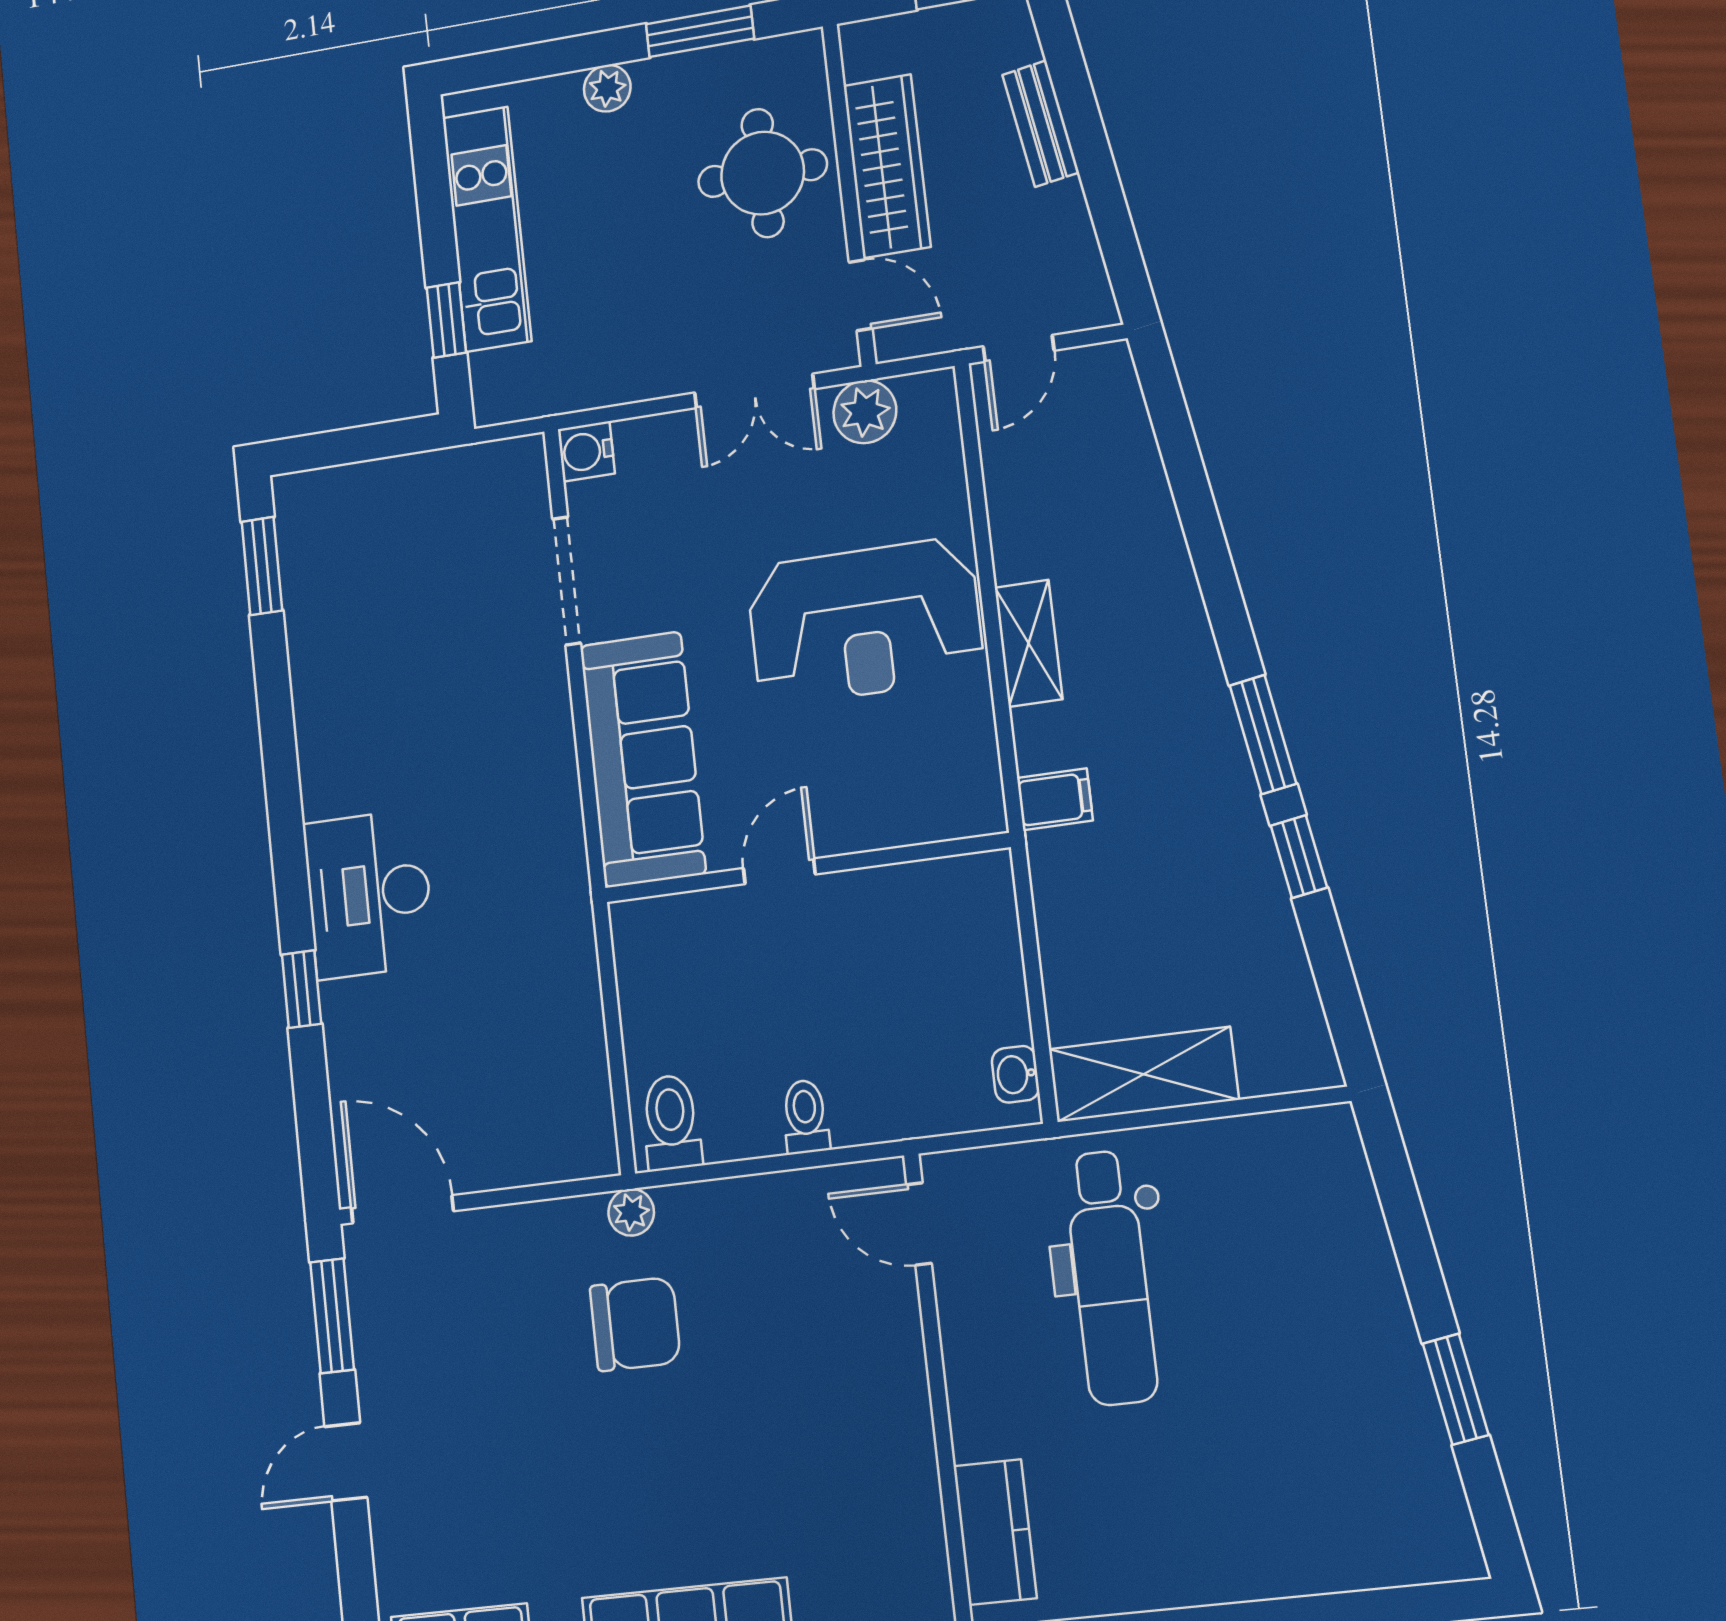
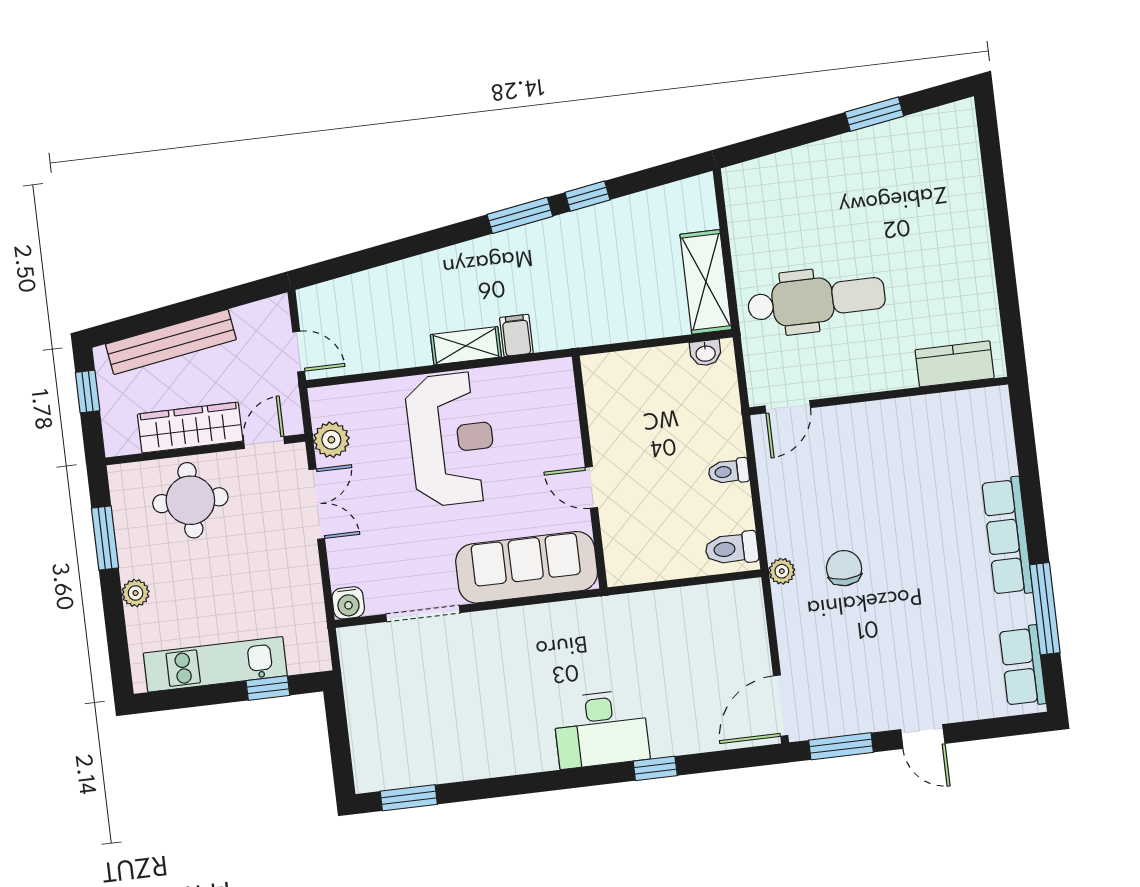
bench: (1041, 124) -> (171, 342), width x1.86, depth x1.21
filing cabinet: (1055, 799) -> (516, 335), moved
chair: (635, 1324) -> (844, 568), width x0.73, depth x0.73

